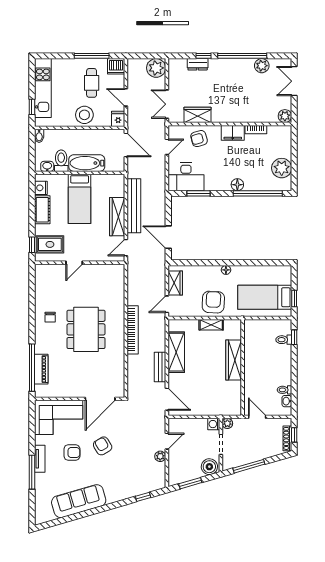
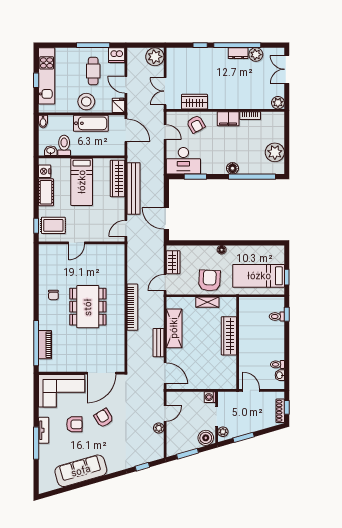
dresser: (198, 64) -> (238, 53), moved
window: (32, 107) -> (36, 80), moved
armchair: (199, 139) -> (196, 124), turned -103
door: (167, 147) -> (165, 132), hinge flipped
bathtub: (87, 163) -> (91, 123), moved, turned 180
wardrobe: (117, 217) -> (118, 178), moved
plant: (227, 423) -> (223, 432), moved
window: (249, 466) -> (244, 437), width x0.69

